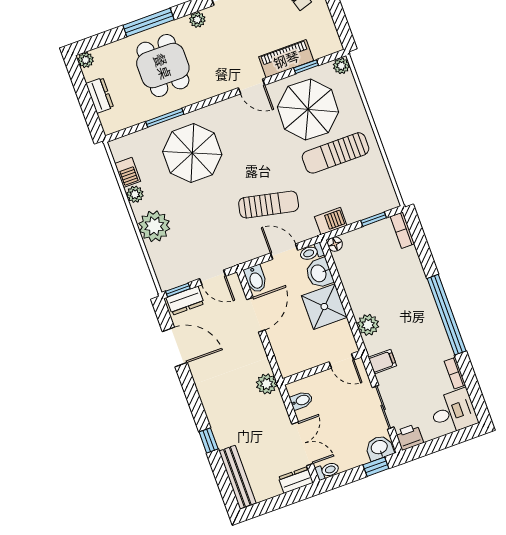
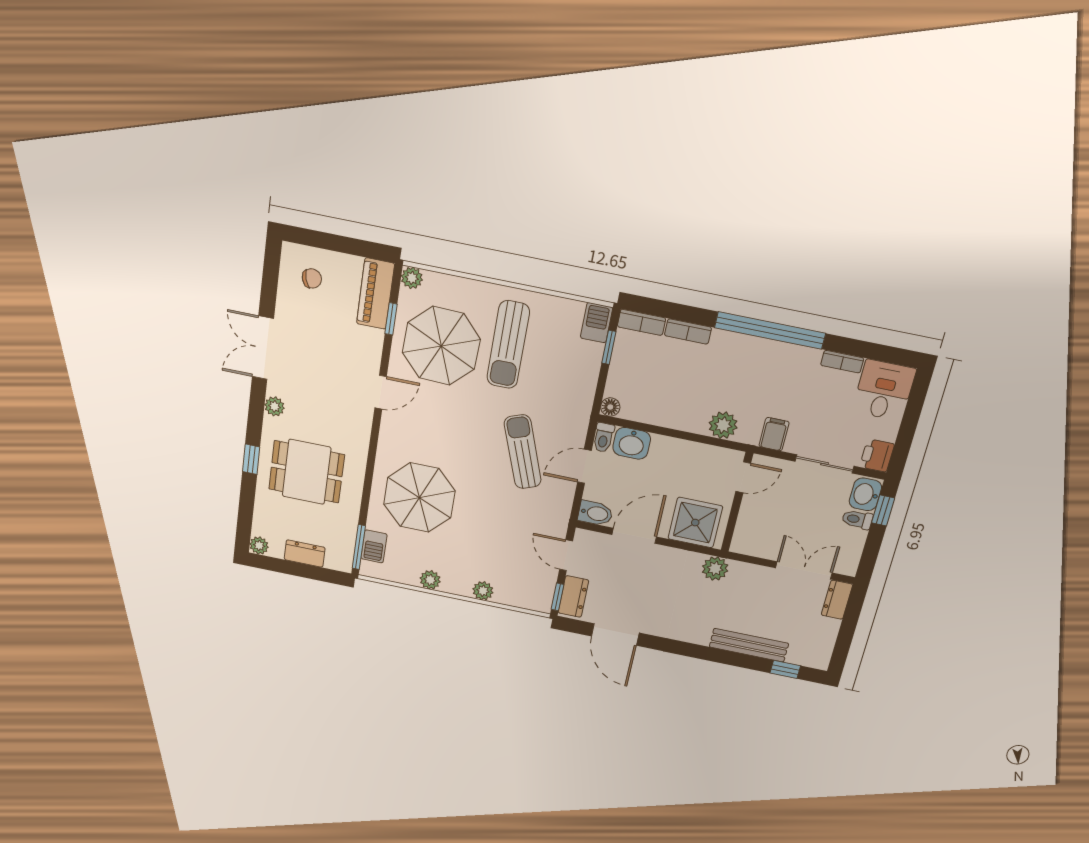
window: (148, 22) -> (251, 459), width x0.46
piano: (286, 59) -> (375, 294), moved
window: (165, 118) -> (359, 547), moved
barbecue: (128, 172) -> (374, 546), moved, turned 90
sun lounger: (269, 205) -> (523, 452), turned -32
barbecue: (331, 221) -> (597, 323), moved
plant: (154, 226) -> (483, 591), width x0.53, depth x0.53
bookcase: (415, 263) -> (688, 331), added
door: (213, 277) -> (566, 555), swing flipped
shower: (324, 307) -> (695, 523), moved
door: (256, 315) -> (634, 536), hinge flipped
door: (175, 347) -> (615, 635), swing flipped
bidet: (301, 400) -> (757, 544), removed
window: (209, 440) -> (785, 669), moved
toilet: (327, 471) -> (857, 519), moved, turned -90
bench: (237, 477) -> (749, 645), moved

